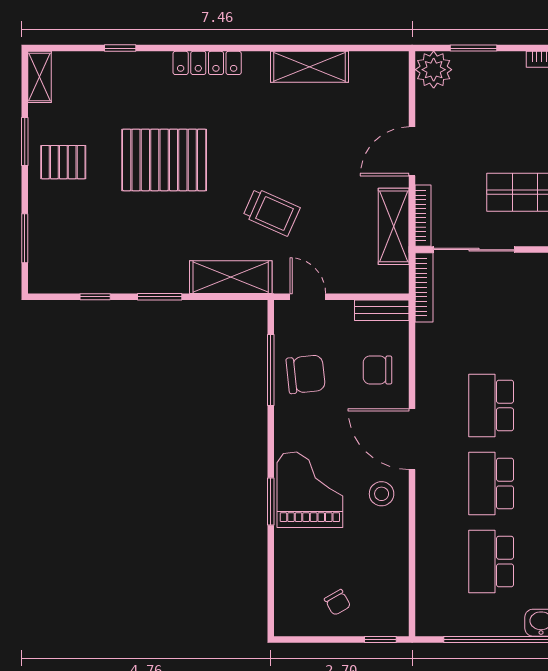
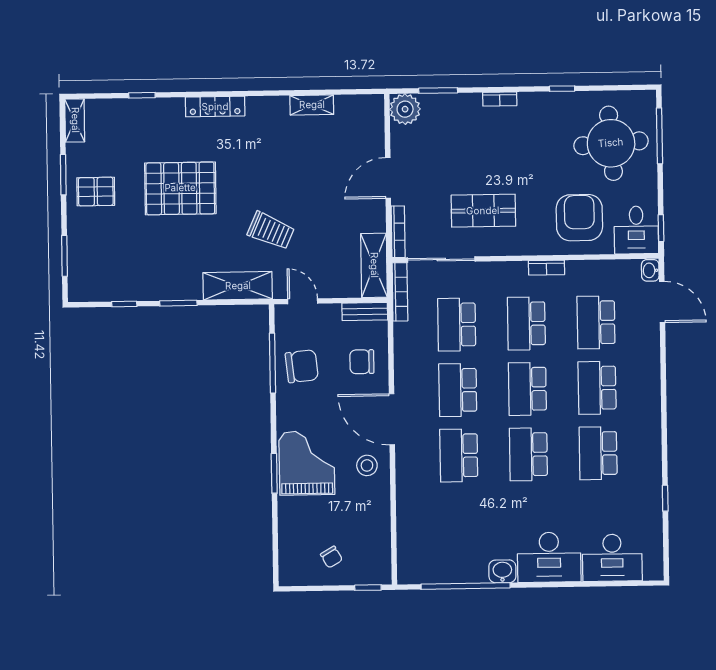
shelving: (309, 67) -> (312, 105), width x0.67, depth x0.75
shelving: (394, 226) -> (374, 265), moved
school desk: (491, 562) -> (457, 325), moved

